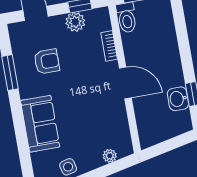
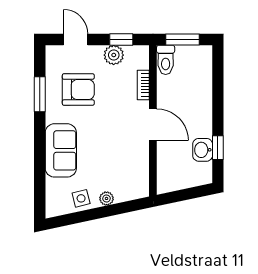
armchair: (47, 61) -> (78, 90), width x1.38, depth x1.38
plant: (110, 156) -> (106, 198), moved

